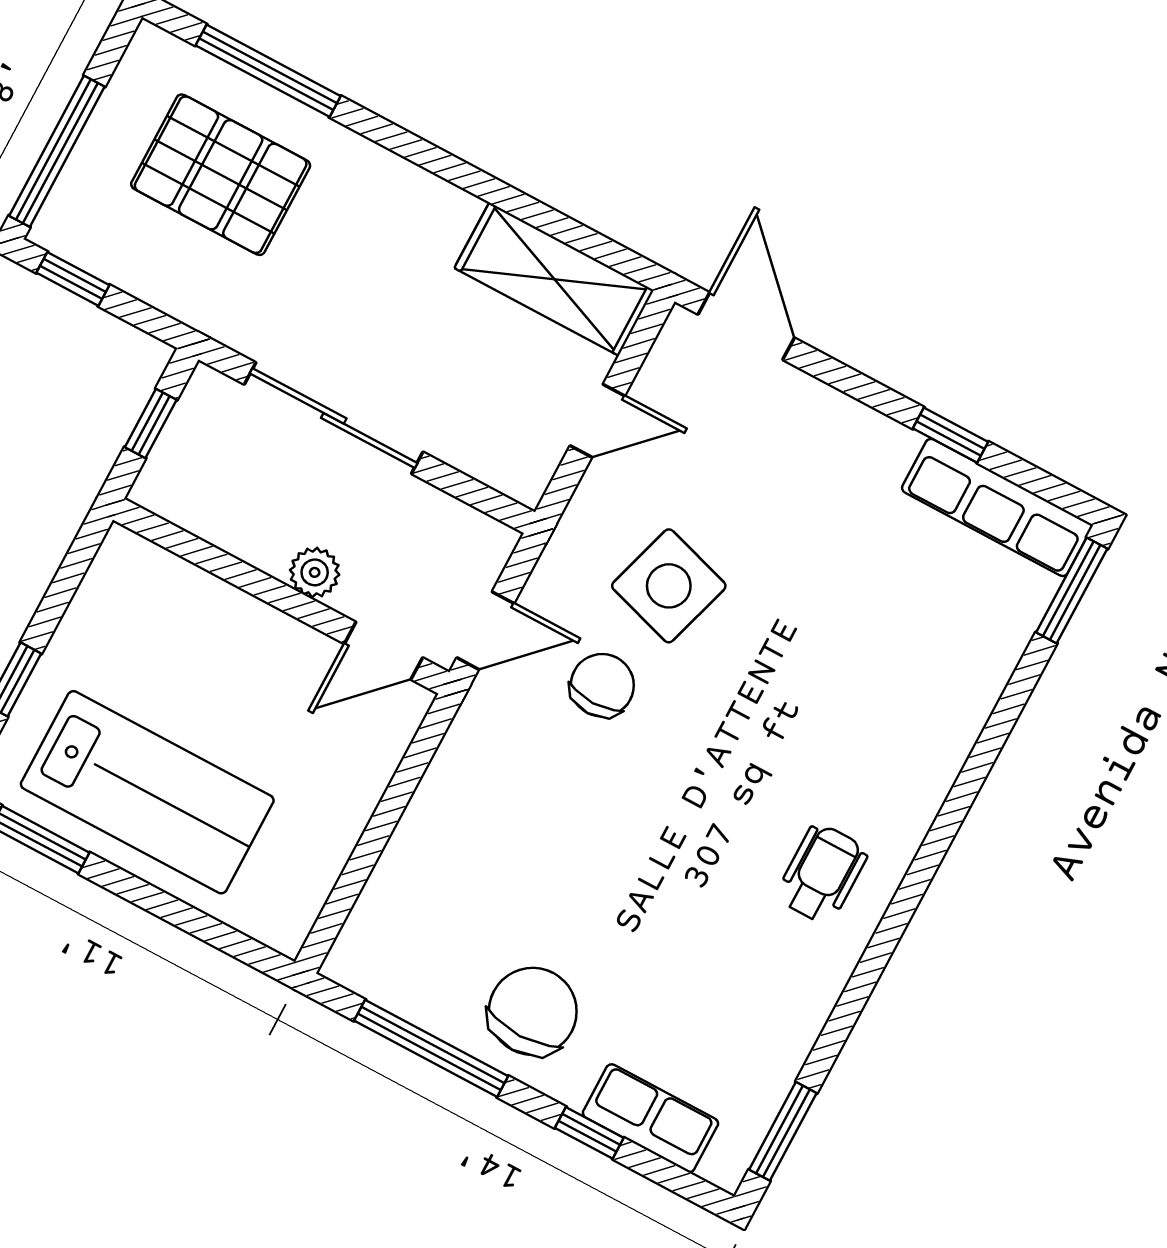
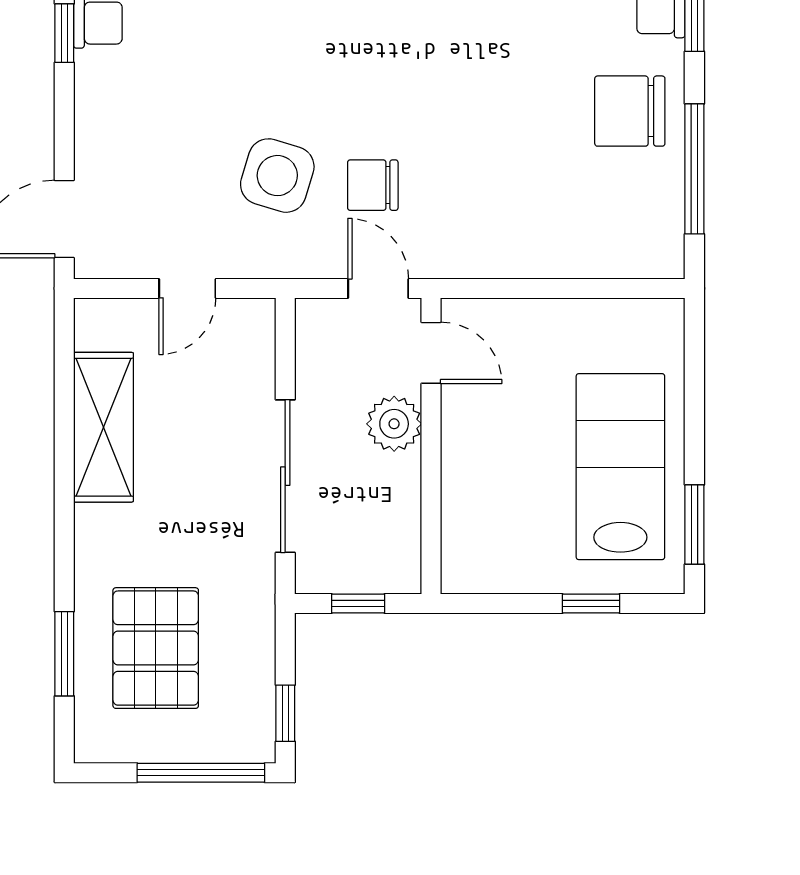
window: (268, 71) -> (64, 654), width x0.69
shelving: (554, 279) -> (104, 427), moved
door: (597, 421) -> (187, 288), swing flipped
plant: (315, 572) -> (394, 424), width x1.38, depth x1.38

